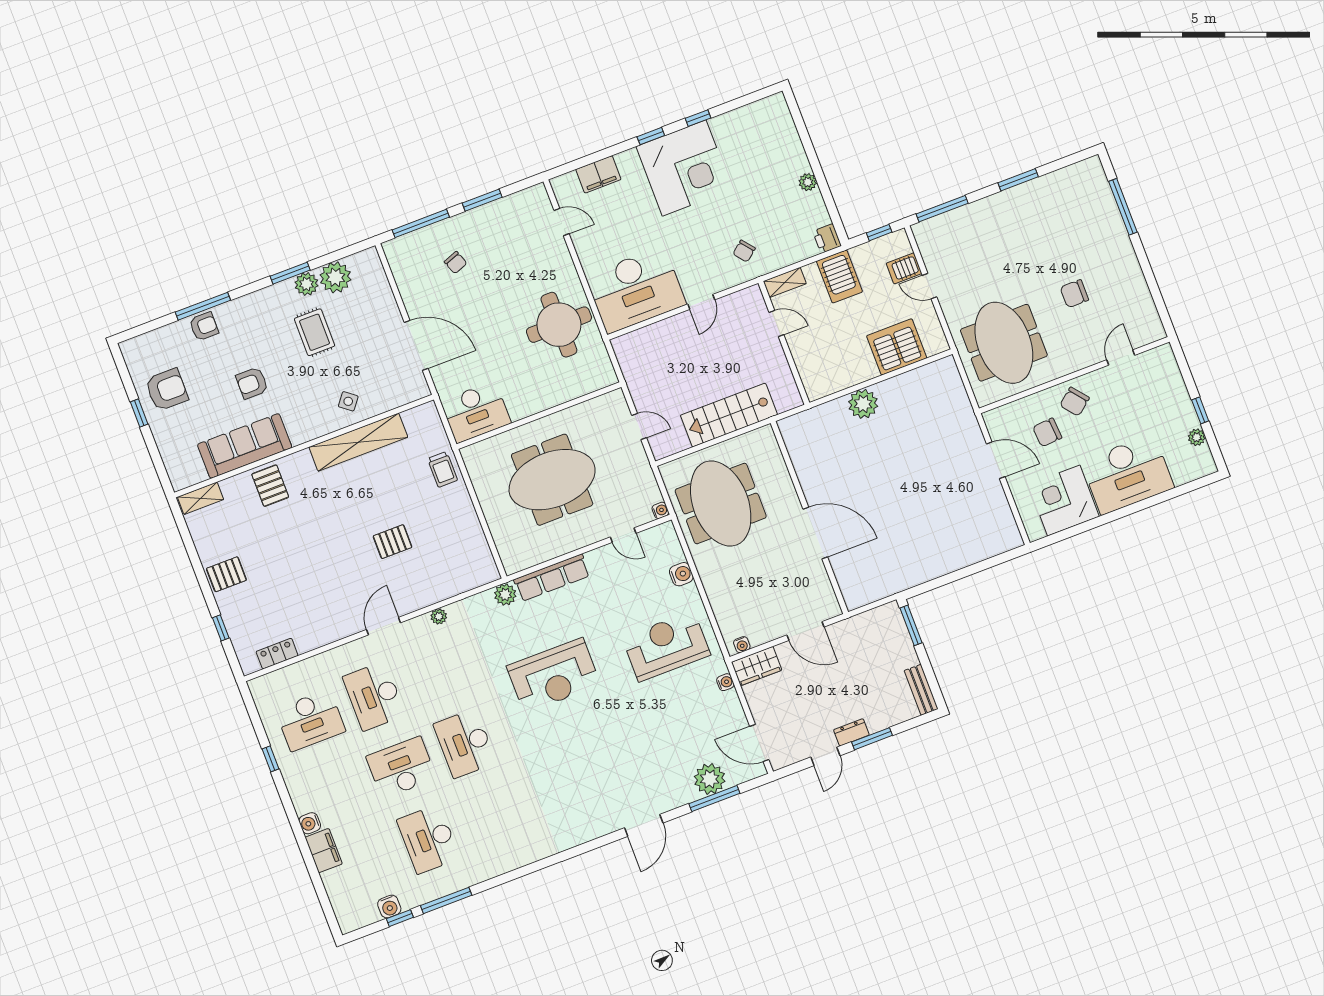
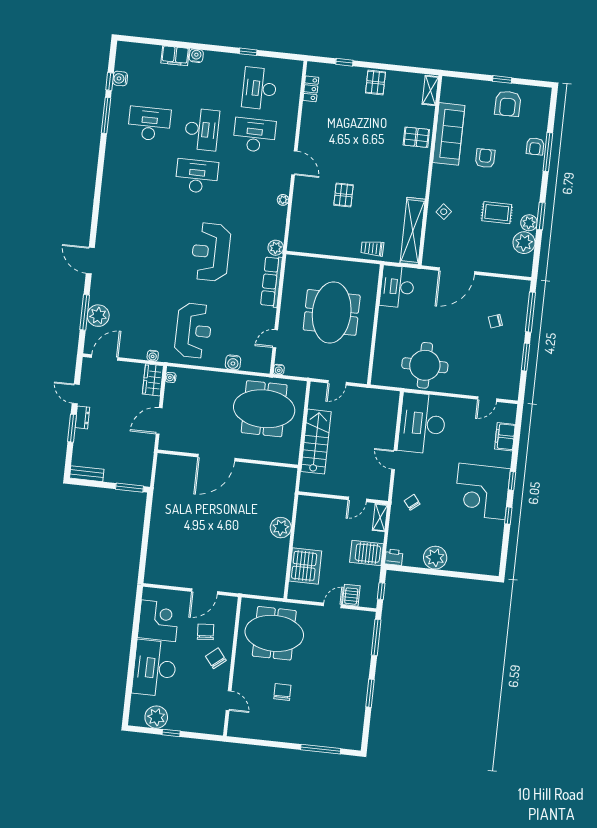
plant: (808, 182) -> (435, 558), width x1.88, depth x1.88
plant: (1197, 437) -> (156, 717), width x1.87, depth x1.87
shelving: (358, 442) -> (413, 231), moved

